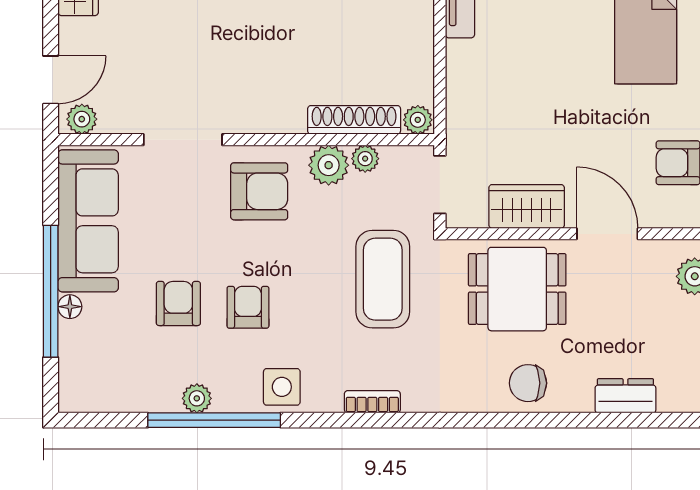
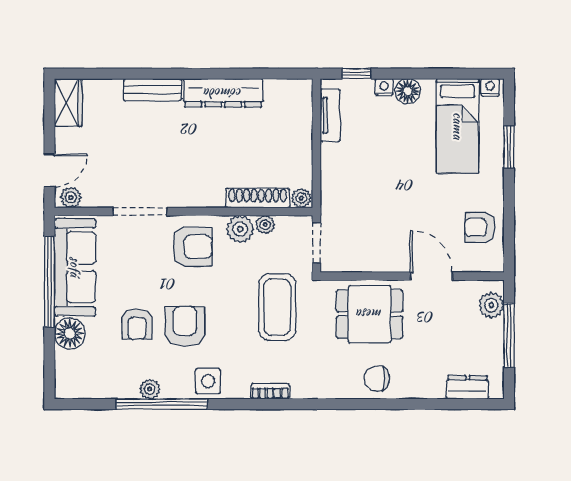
wardrobe: (527, 206) -> (376, 257), removed
window: (51, 291) -> (49, 282), moved
armchair: (178, 303) -> (137, 324), turned 180
floor lamp: (70, 307) -> (70, 333), width x1.89, depth x1.89
armchair: (248, 307) -> (185, 327), width x1.38, depth x1.38
dresser: (625, 396) -> (467, 387), moved

